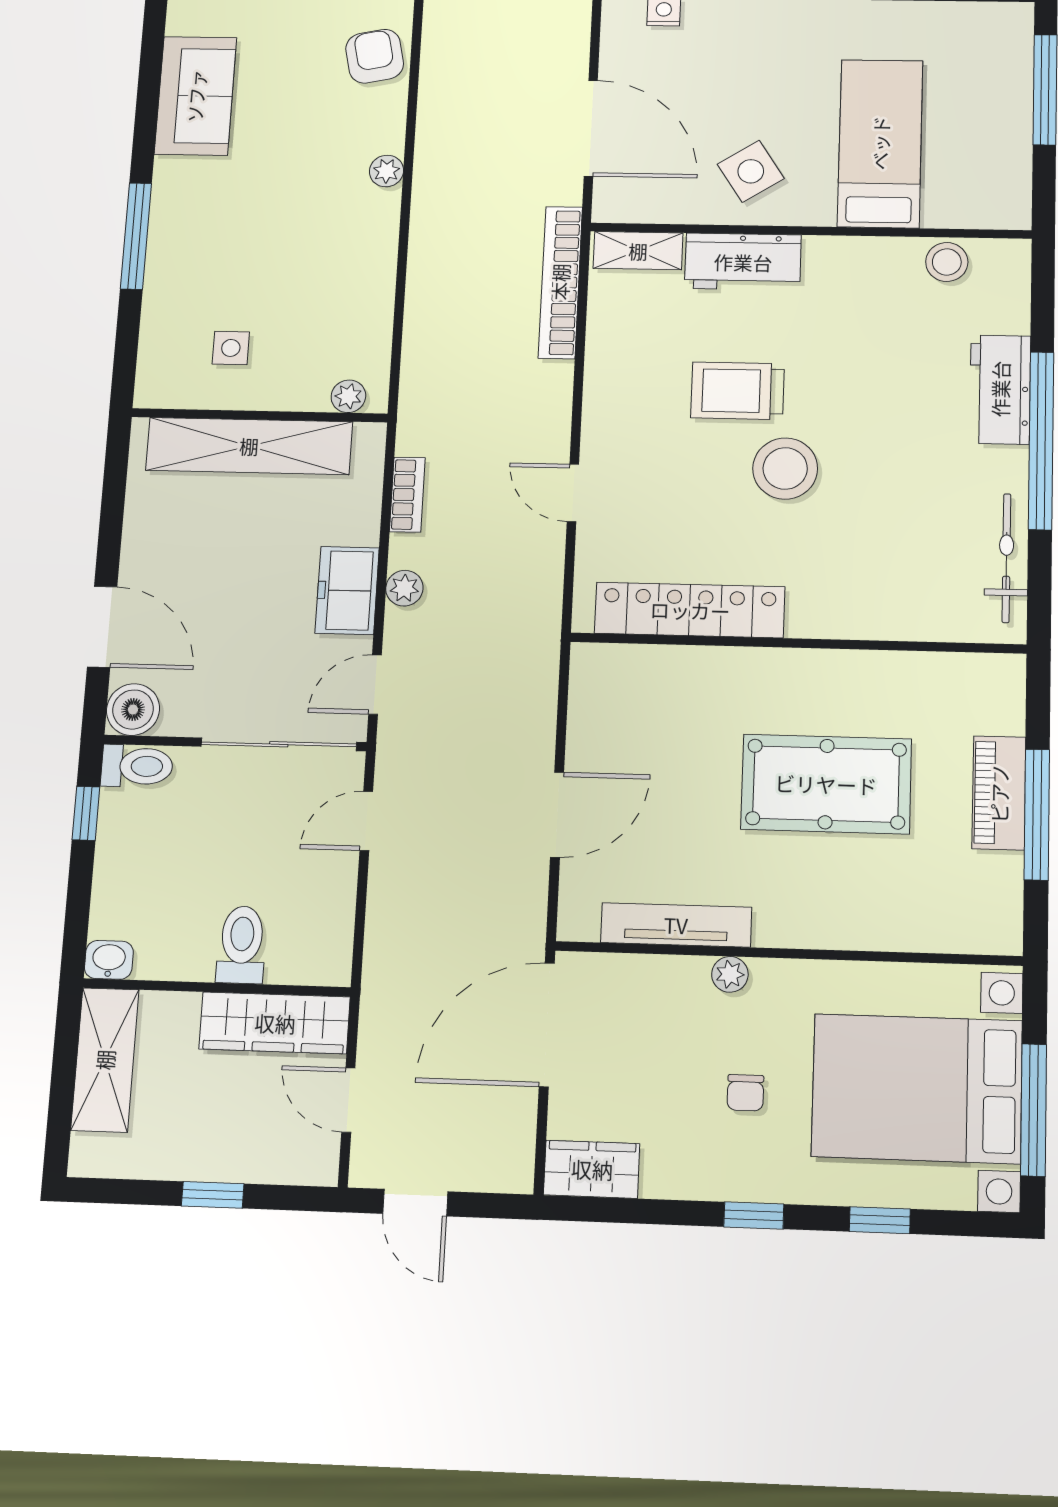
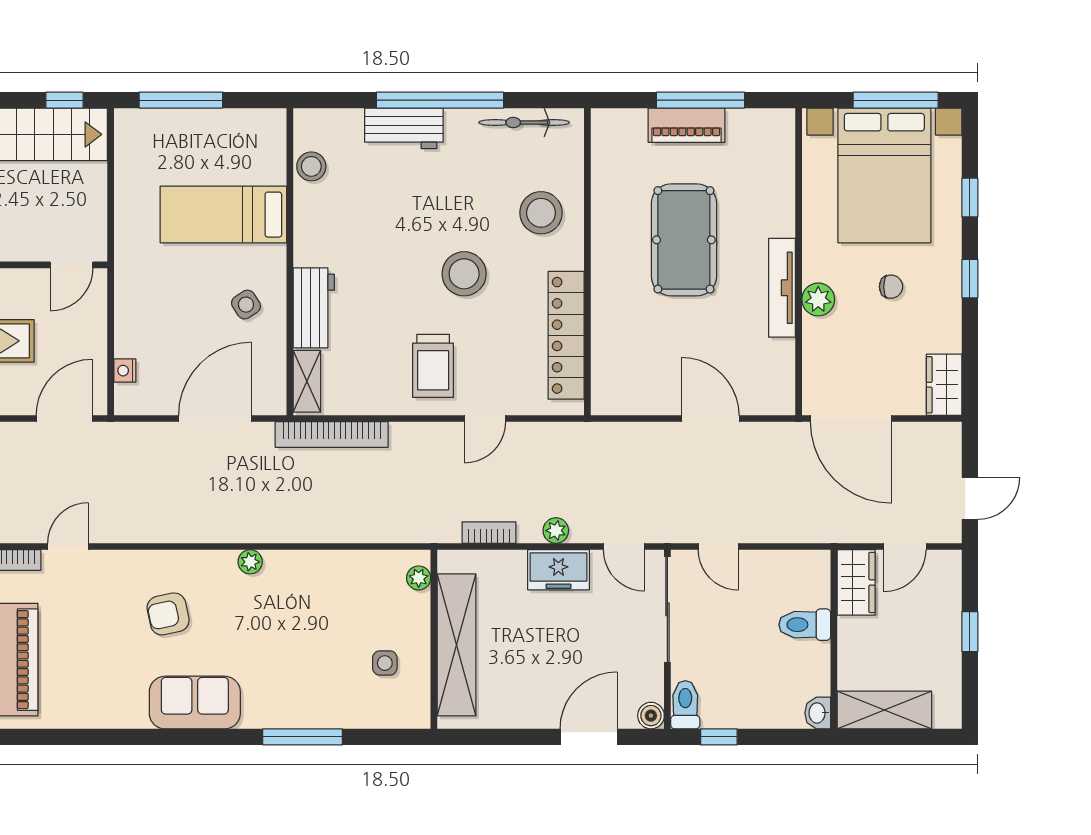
armchair: (375, 56) -> (168, 614), moved
side table: (751, 171) -> (246, 305), width x0.73, depth x0.73
trolley: (738, 391) -> (433, 366), moved
stool: (872, 579) -> (541, 213), added
boiler: (133, 710) -> (651, 716), width x0.73, depth x0.73
tv unit: (676, 925) -> (782, 288), moved
plant: (730, 974) -> (818, 299), width x1.38, depth x1.38
wardrobe: (275, 1023) -> (856, 582), width x0.67

